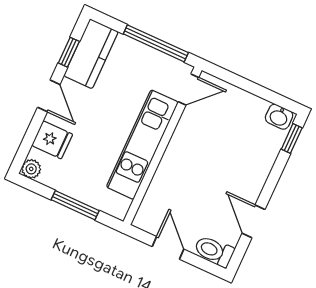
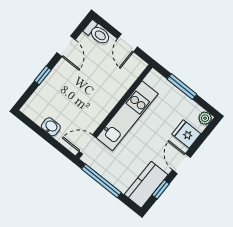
washbasin: (279, 117) -> (51, 127), moved
window: (292, 138) -> (43, 75), moved

